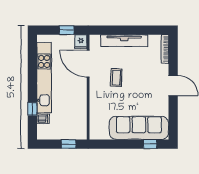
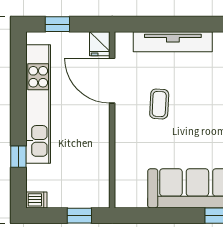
window: (67, 30) -> (57, 24), moved
dishwasher: (43, 119) -> (36, 200), moved

